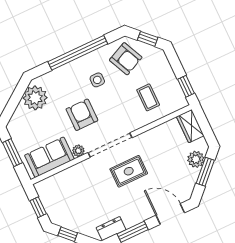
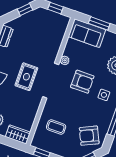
side table: (97, 80) -> (104, 95), moved
sofa: (49, 157) -> (87, 33), moved, turned 90

